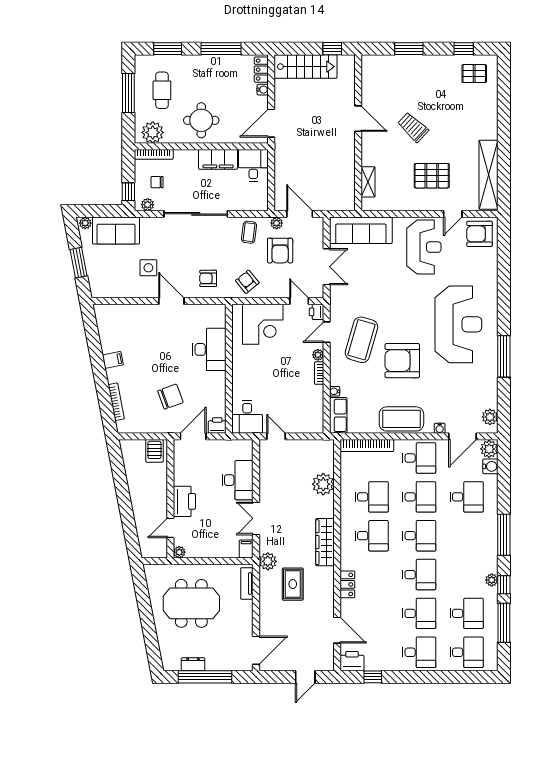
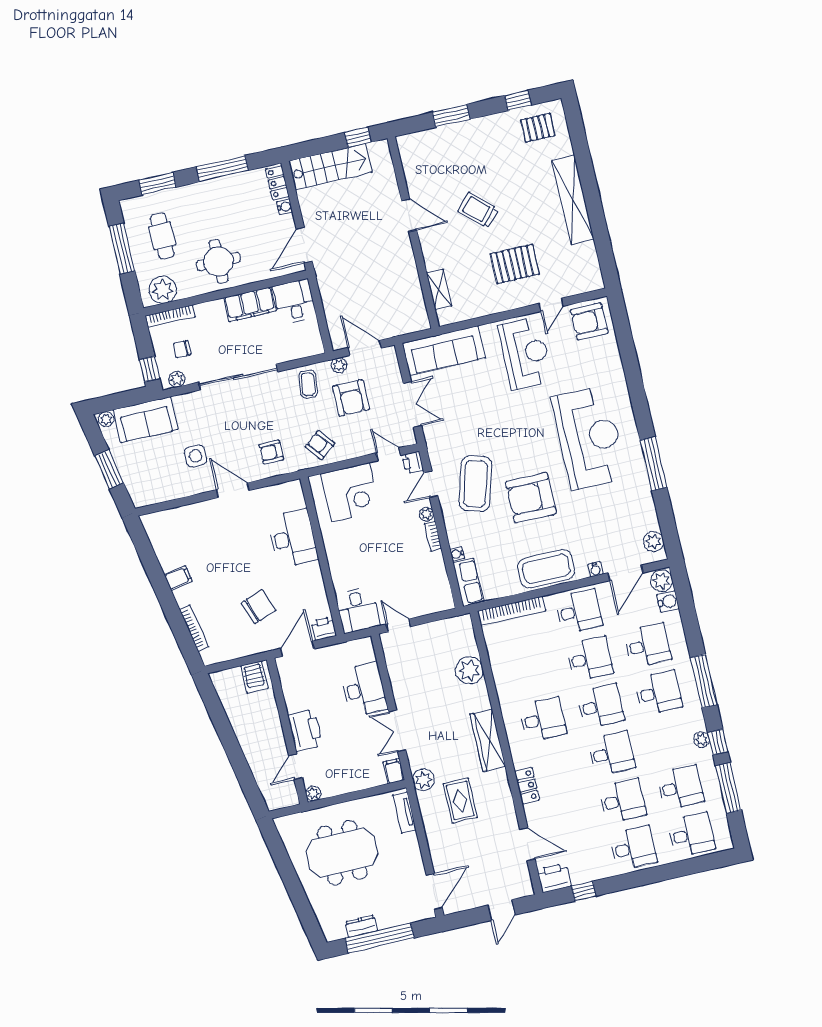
shelving: (488, 175) -> (573, 200), moved
desk: (372, 497) -> (658, 693), moved

